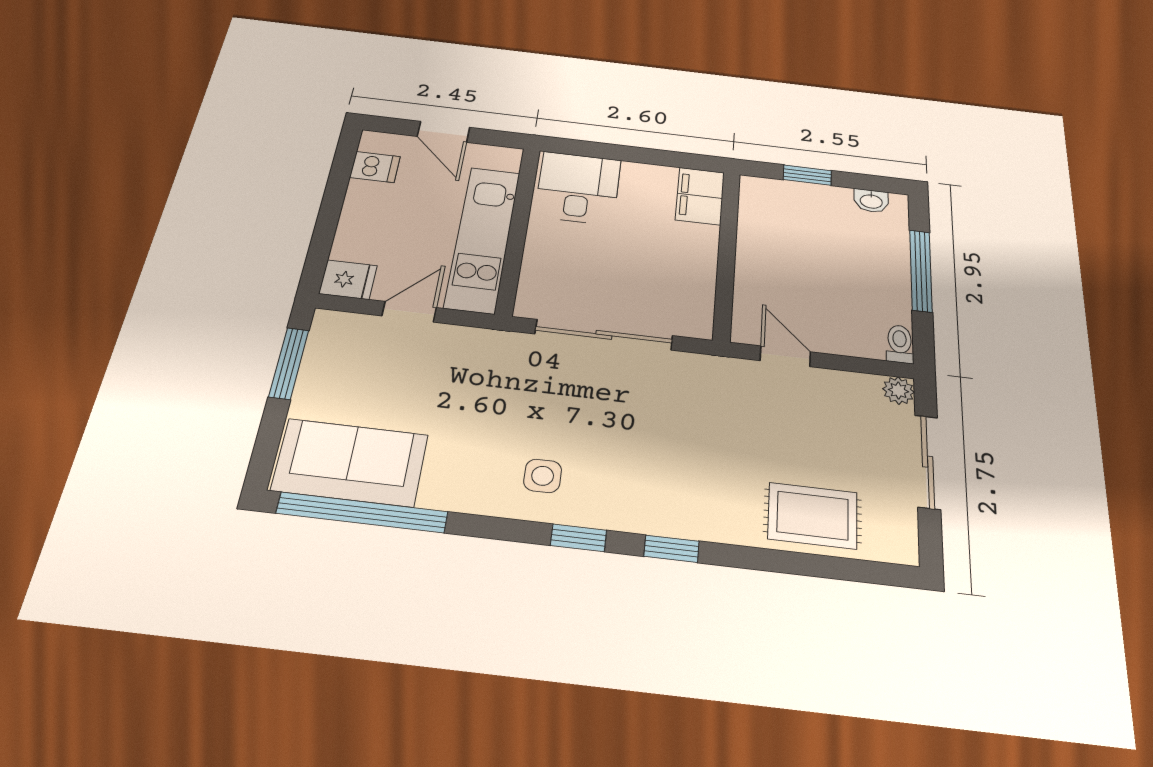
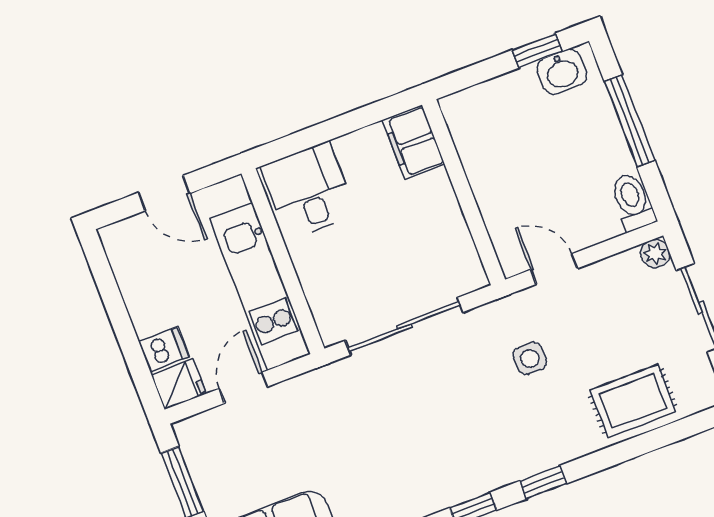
dishwasher: (375, 167) -> (164, 349), moved
window: (807, 175) -> (537, 51), moved
washbasin: (871, 201) -> (562, 72), width x1.38, depth x1.45
toilet: (900, 344) -> (633, 202), width x1.37, depth x1.39
side table: (543, 476) -> (530, 358), moved

